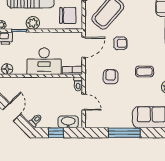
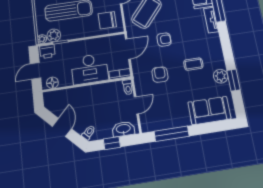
chair: (68, 15) -> (107, 20), turned 180
plant: (33, 23) -> (54, 35), moved
door: (84, 102) -> (136, 105), hinge flipped
window: (124, 133) -> (172, 134), moved

